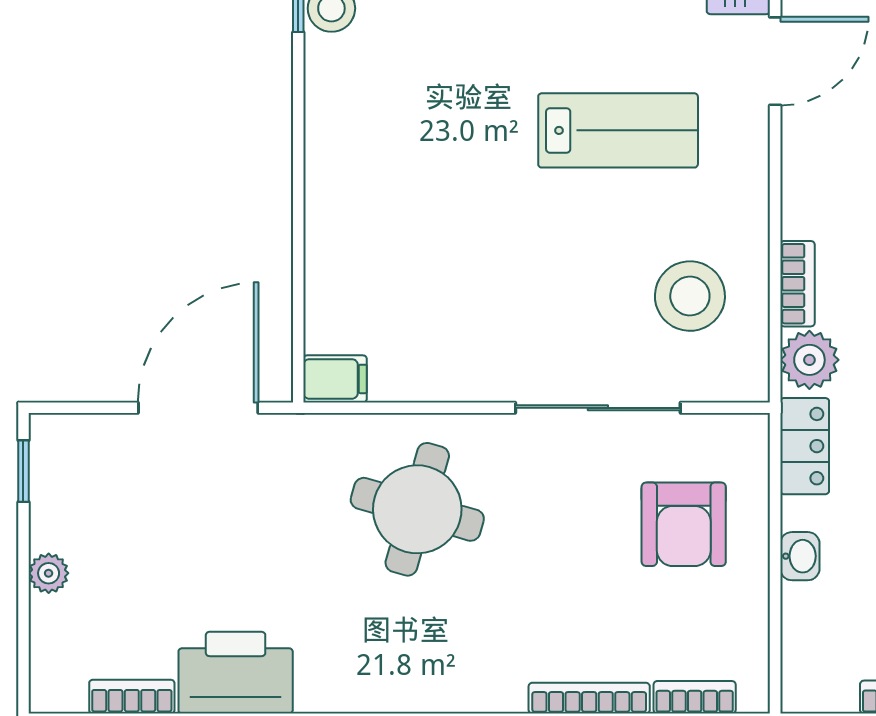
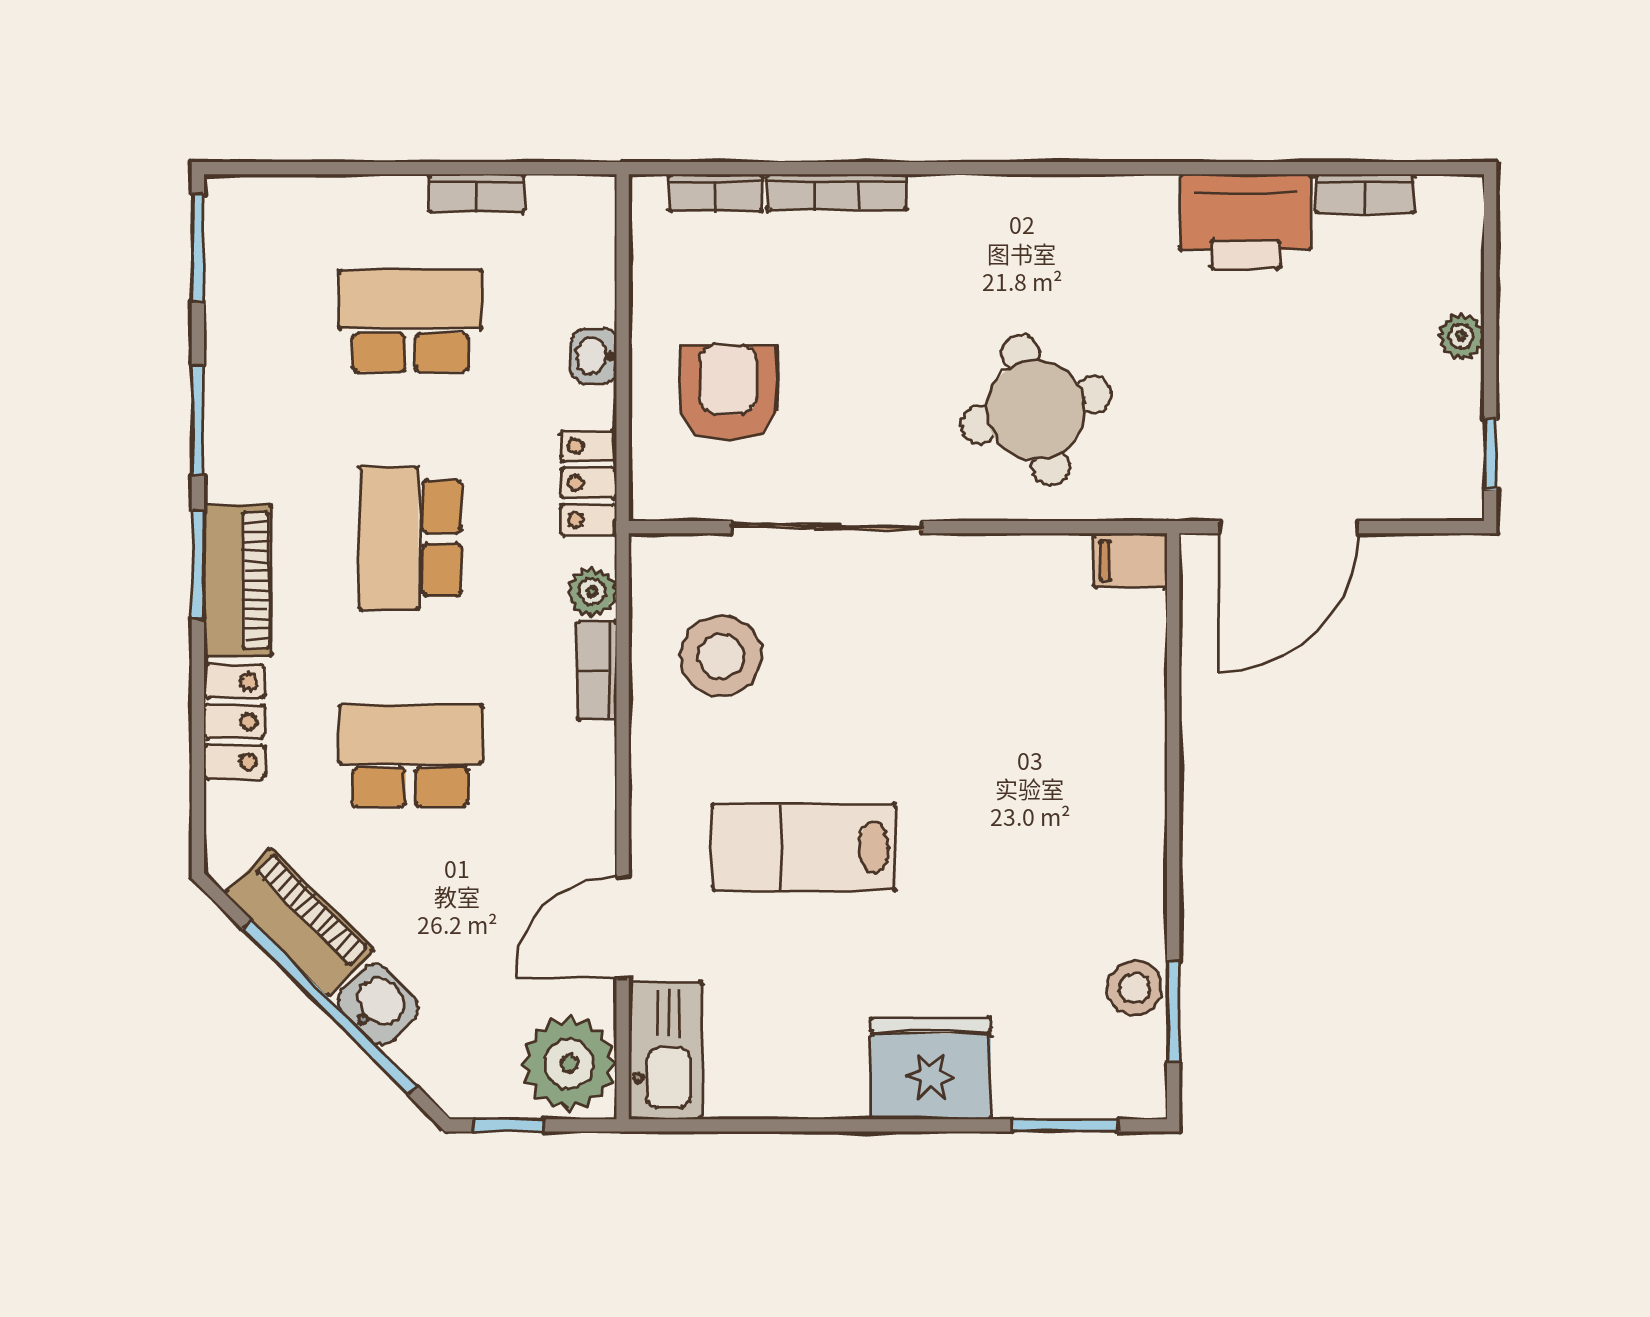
plant: (809, 360) -> (592, 592), width x0.73, depth x0.73
round table: (417, 509) -> (1036, 410), turned -31

